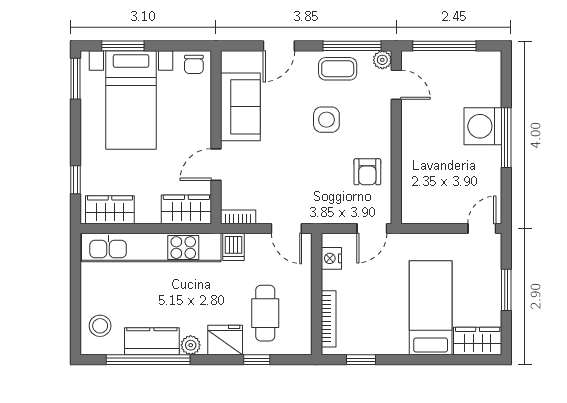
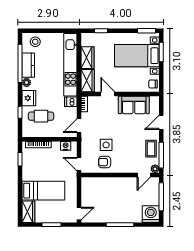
door: (279, 46) -> (161, 122), hinge flipped
side table: (326, 120) -> (106, 145), moved
washing machine: (483, 126) -> (151, 214), moved
wardrobe: (110, 210) -> (88, 58), moved
door: (482, 229) -> (79, 214), hinge flipped

